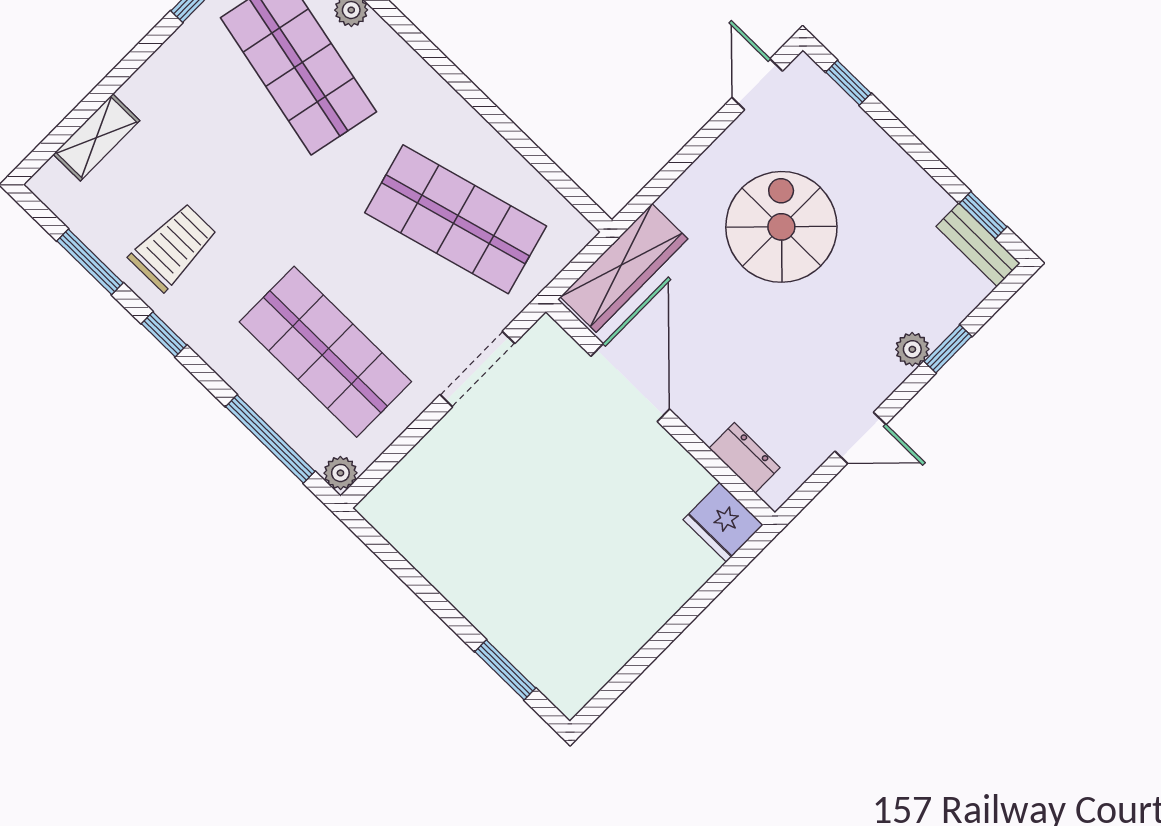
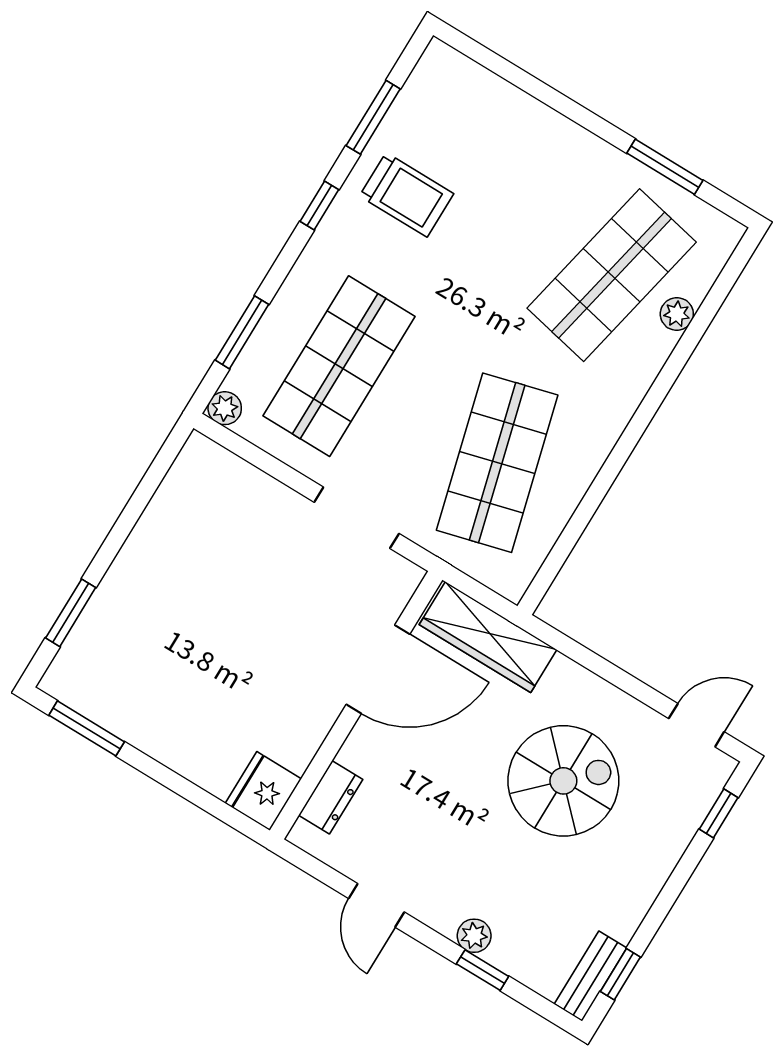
shelving: (96, 137) -> (495, 95), removed
window: (270, 439) -> (242, 332), width x0.69
window: (622, 681) -> (87, 728), added

